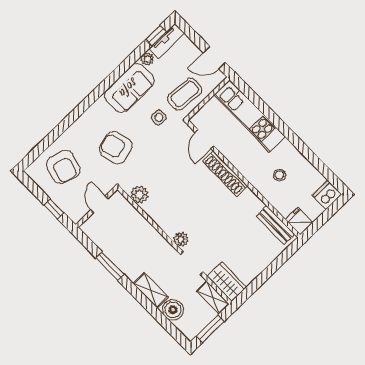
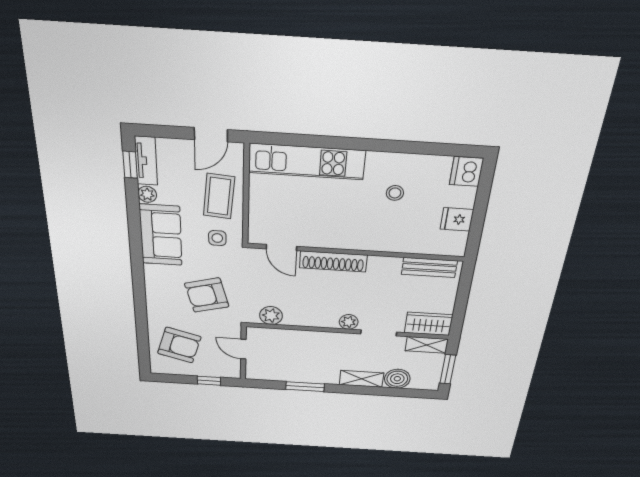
door: (204, 139) -> (281, 248), moved
shoe rack: (225, 174) -> (333, 261), moved
wall: (243, 179) -> (356, 252), moved
bench: (275, 225) -> (429, 267), moved

